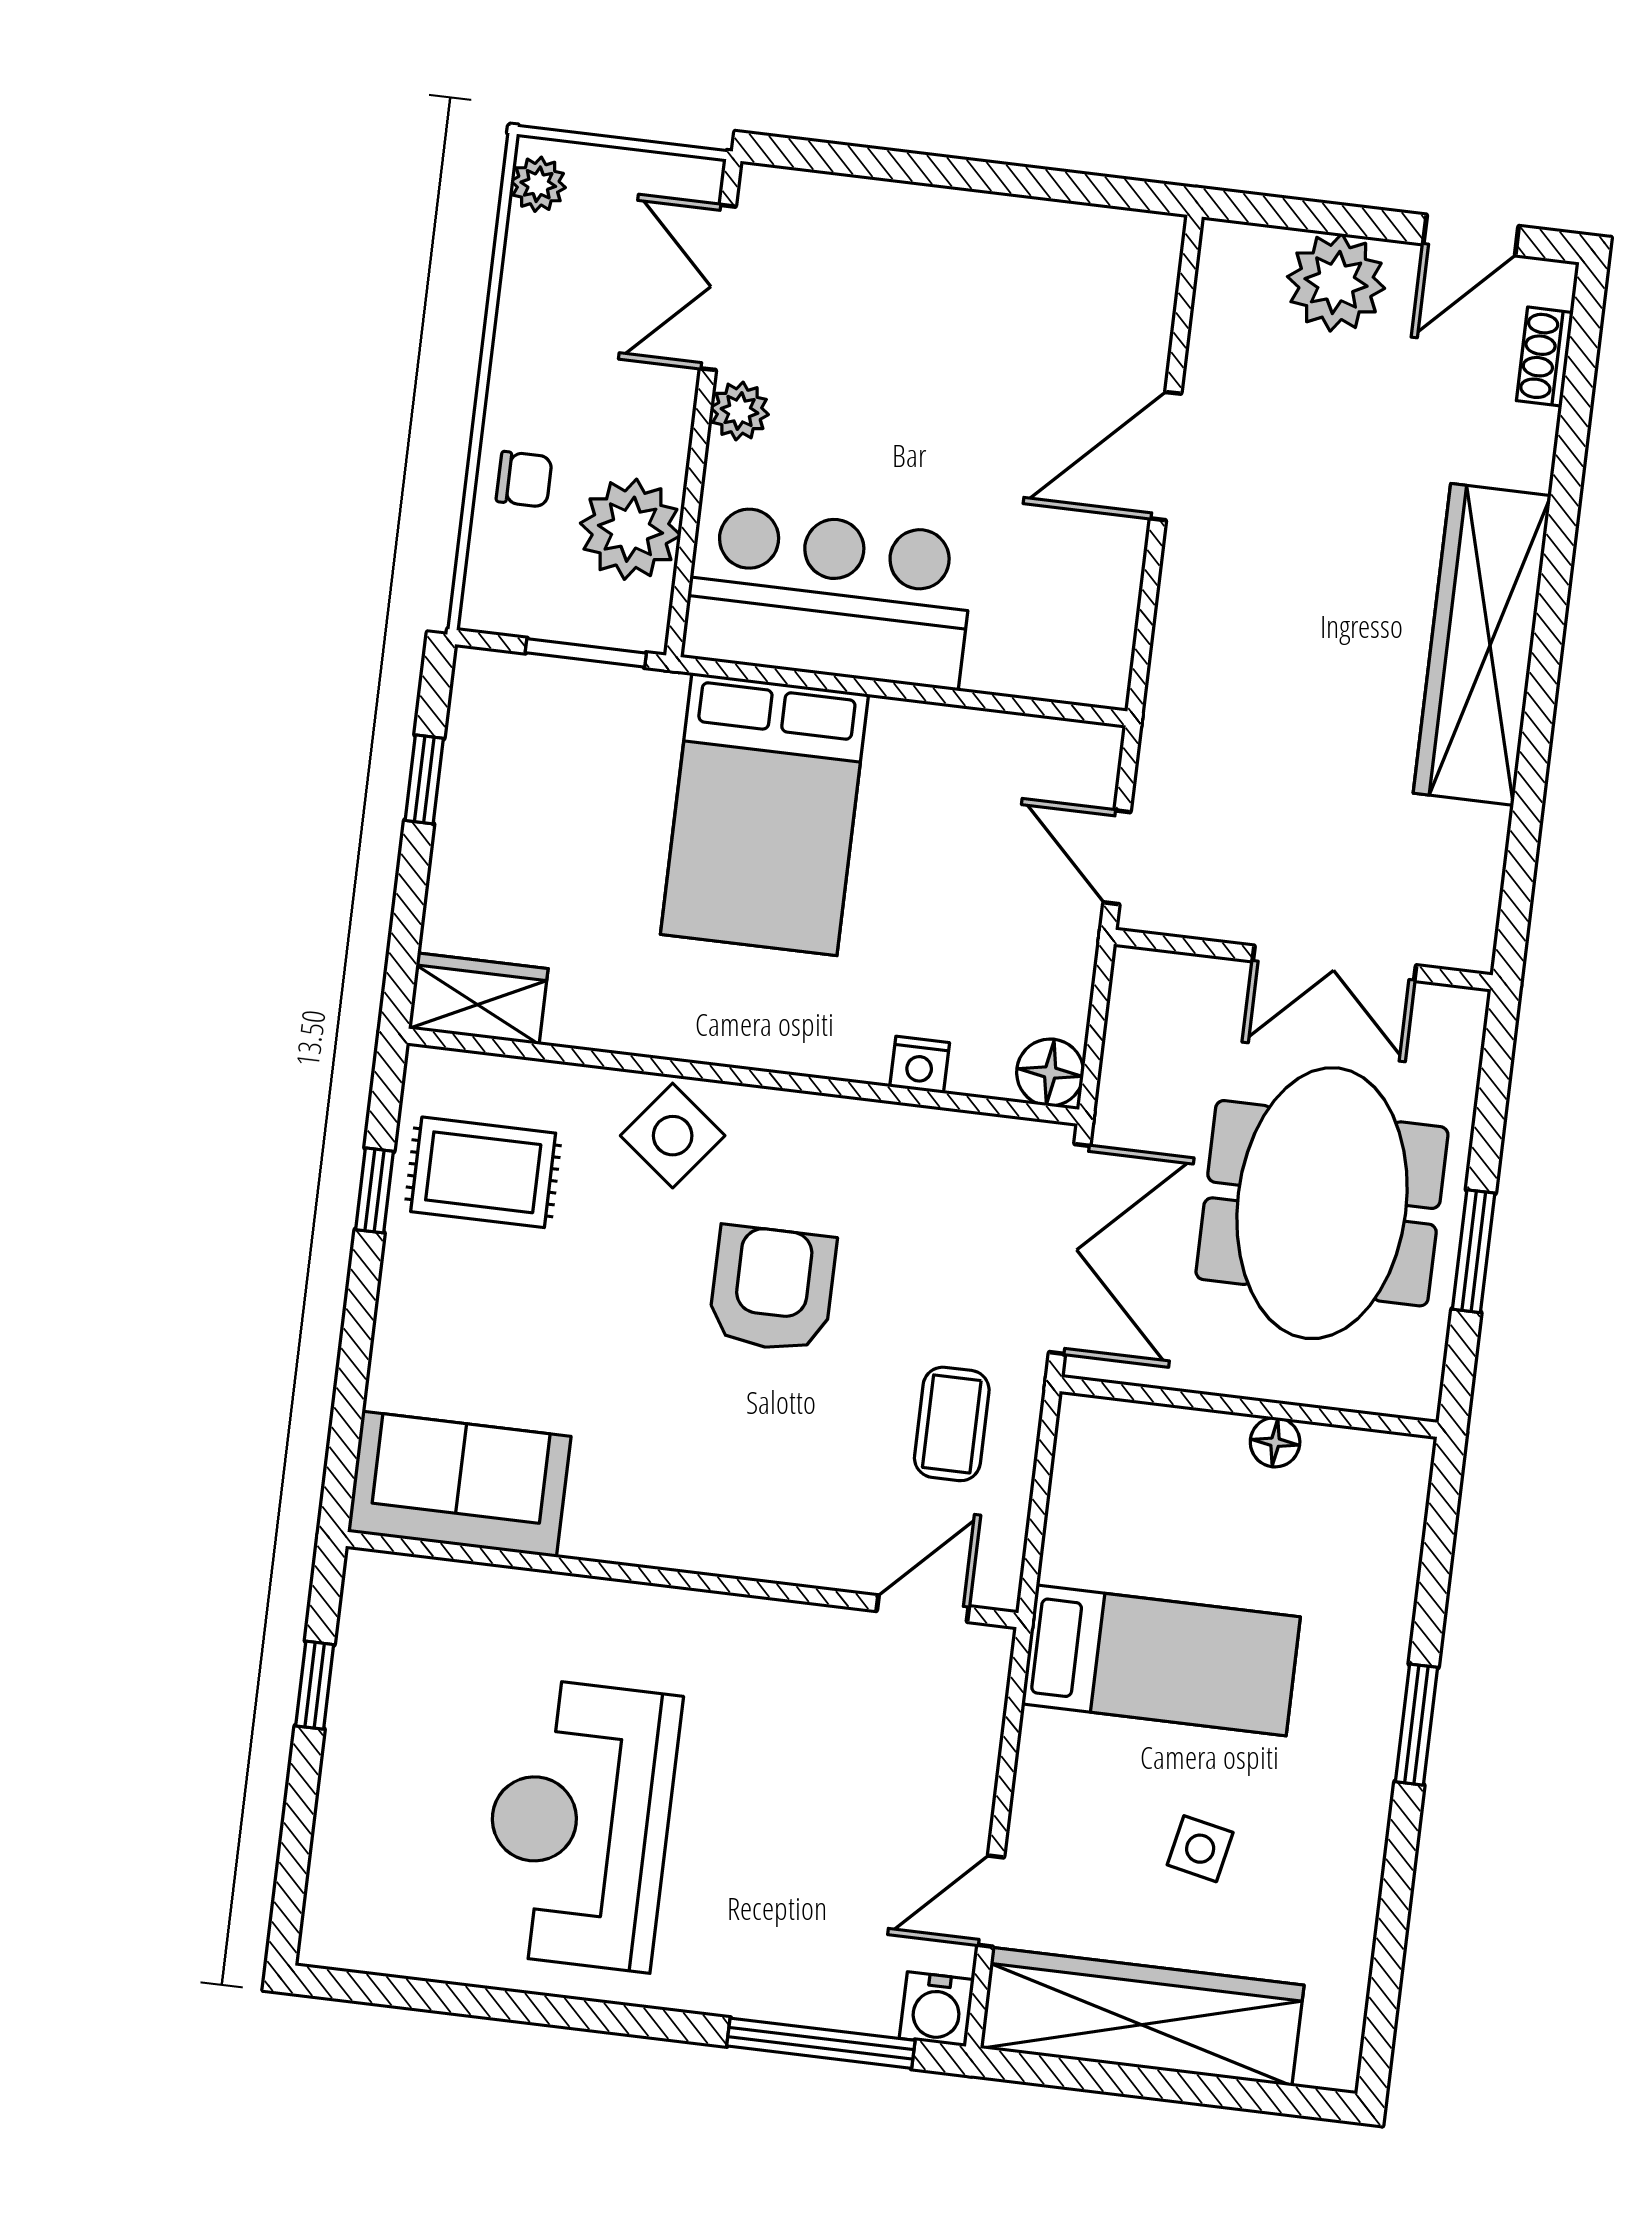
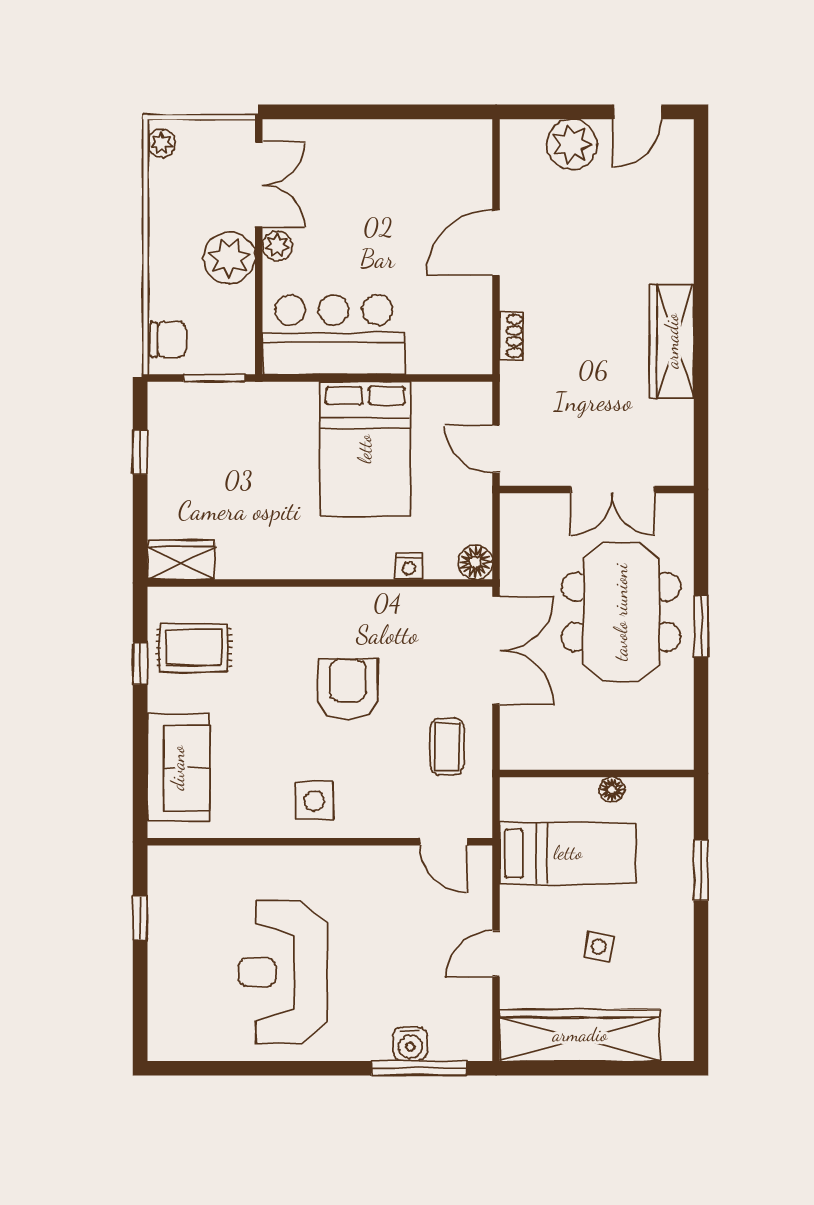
double door: (718, 287) -> (259, 185), swing flipped
shoe rack: (1545, 357) -> (511, 336), moved, turned 180
chair: (524, 479) -> (168, 339), moved, width x1.37, depth x1.37
plant: (630, 529) -> (229, 258), moved
wardrobe: (1482, 644) -> (672, 341), width x0.71, depth x0.85
bed: (764, 814) -> (365, 449), moved
side table: (673, 1136) -> (315, 800), moved, turned -38
wall: (1249, 1407) -> (597, 773), moved
floor lamp: (1275, 1442) -> (612, 790), moved
sofa: (459, 1484) -> (178, 768), moved, turned 90
door: (923, 1609) -> (444, 842), swing flipped
door: (991, 1901) -> (496, 954), moved
water cooler: (937, 2009) -> (410, 1044), moved

